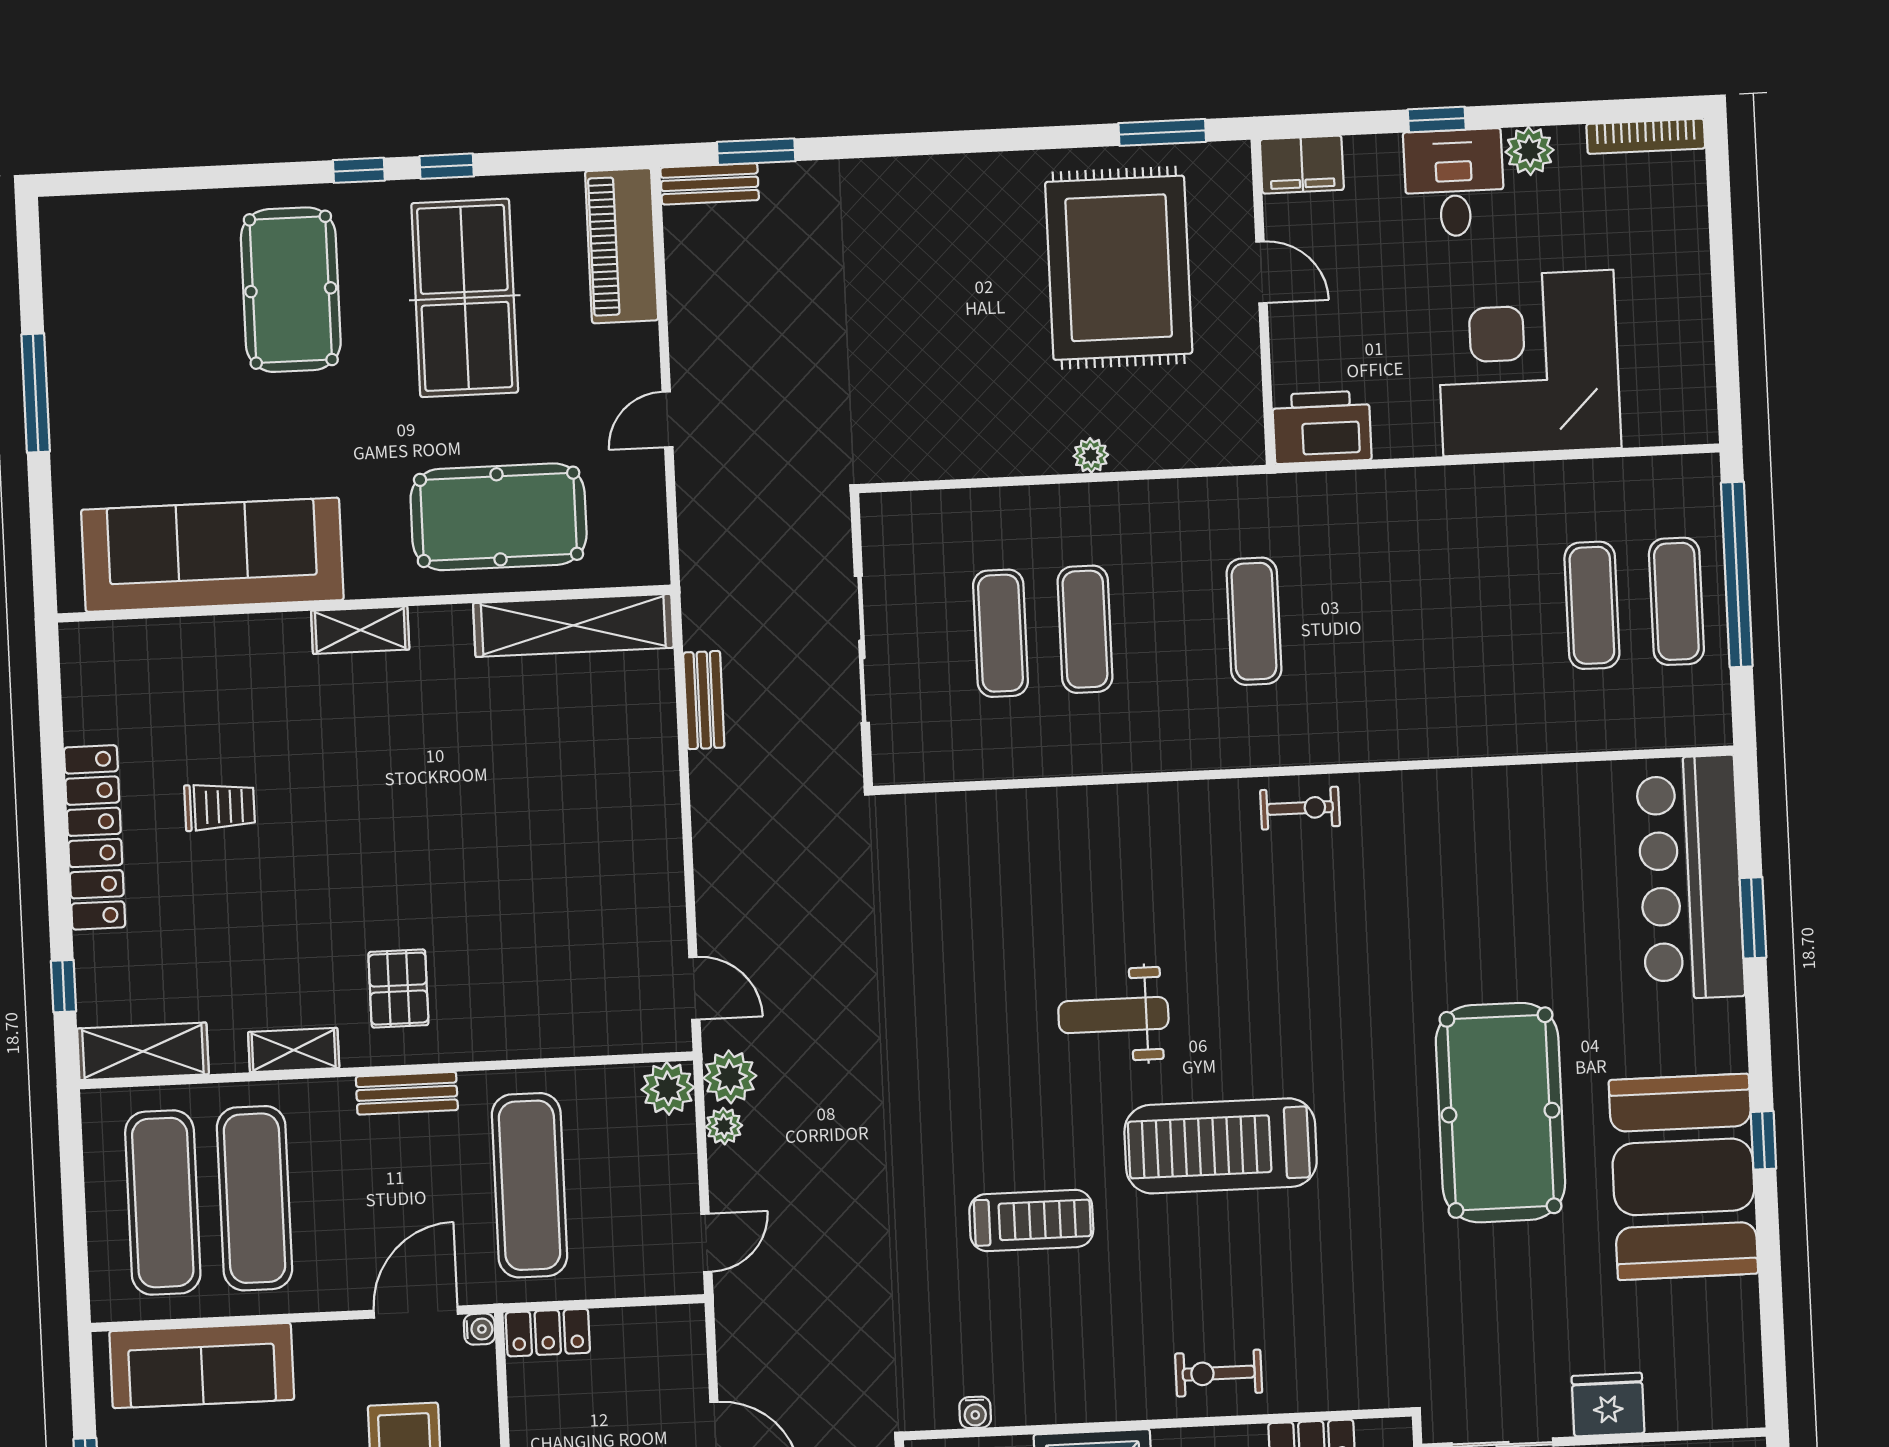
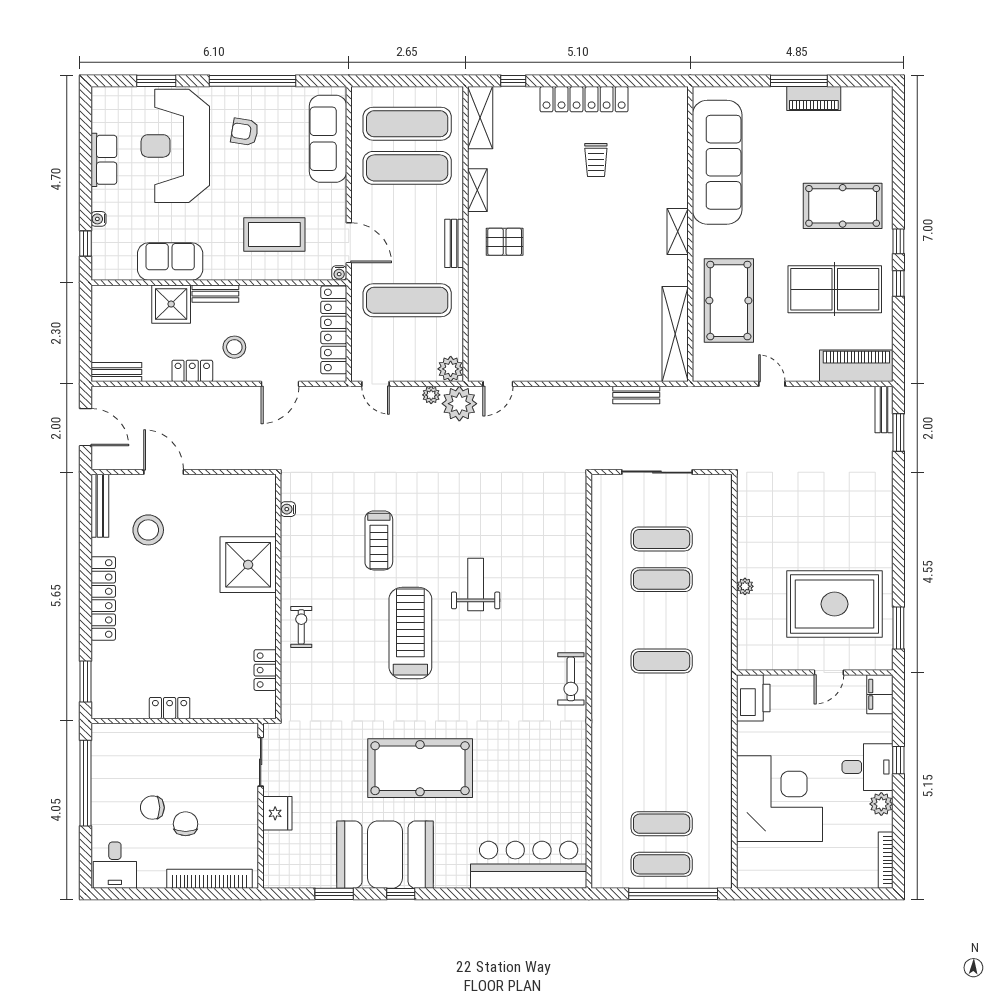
piano: (71, 360) -> (814, 99), added
exercise bike: (1300, 808) -> (571, 679), width x1.38, depth x1.39
window: (1753, 918) -> (334, 894), moved
plant: (730, 1077) -> (459, 404), width x1.36, depth x1.36
locker: (548, 1333) -> (334, 330), width x2.16, depth x1.21

